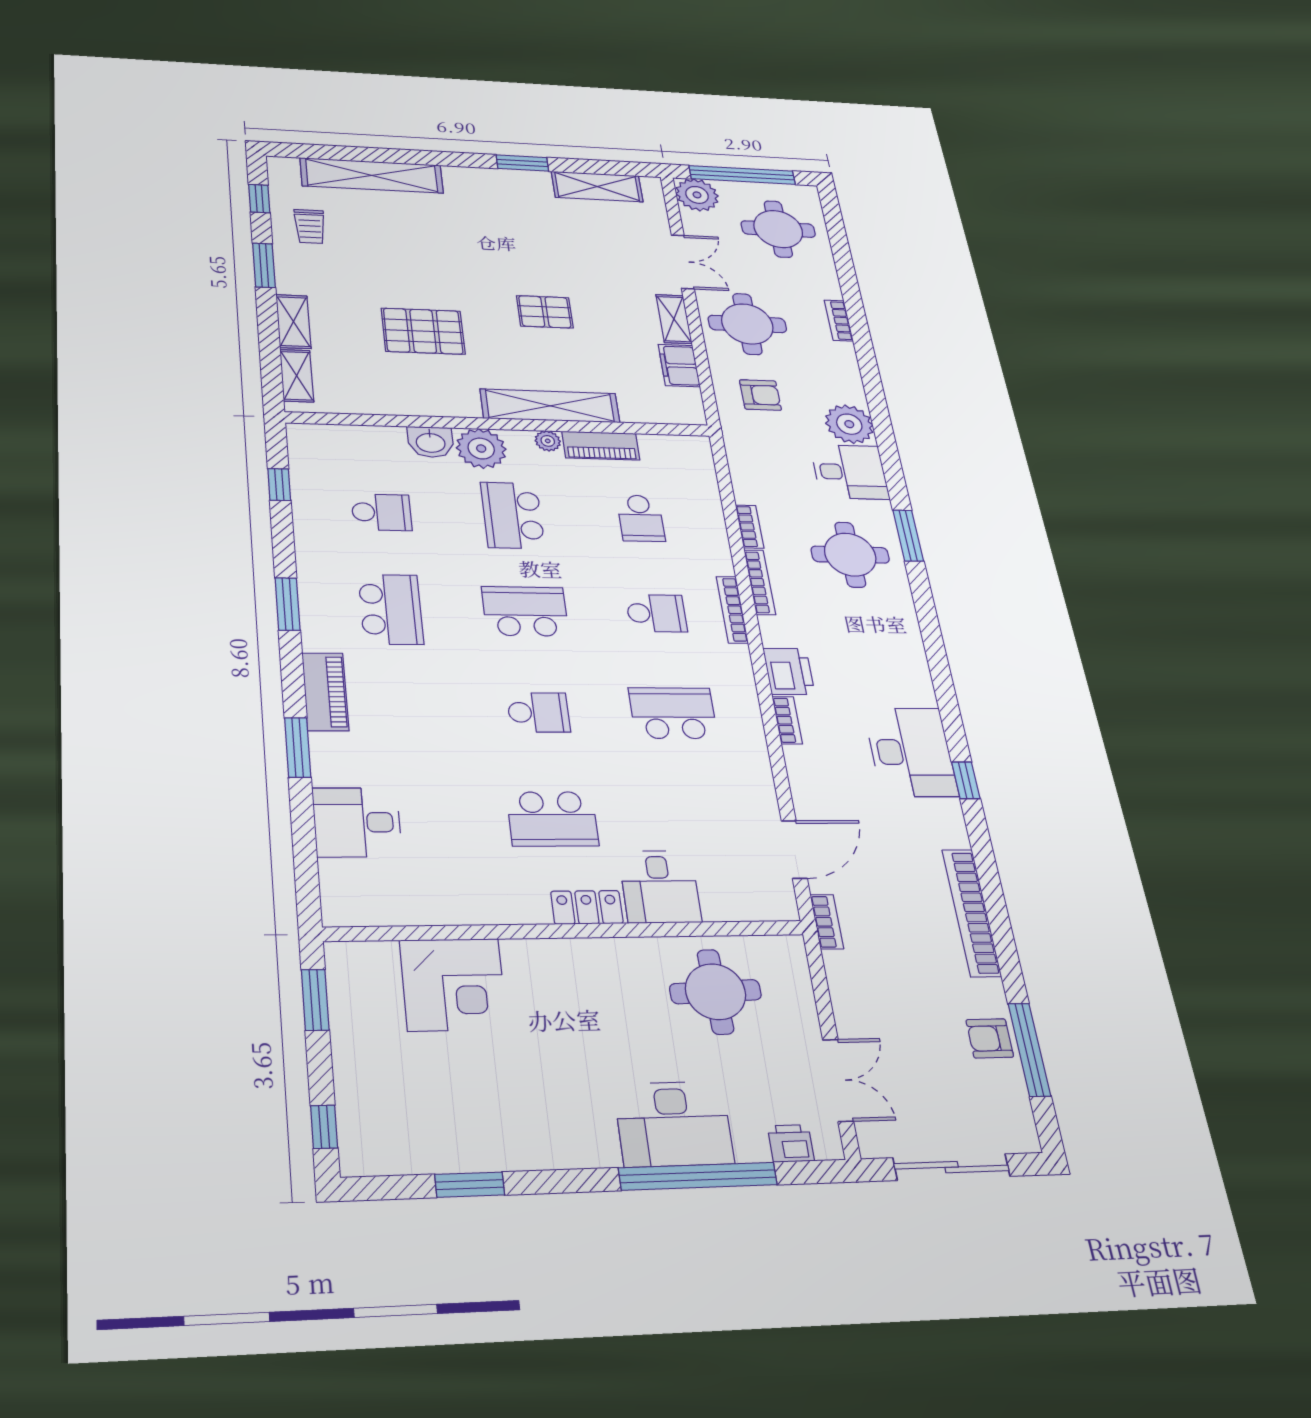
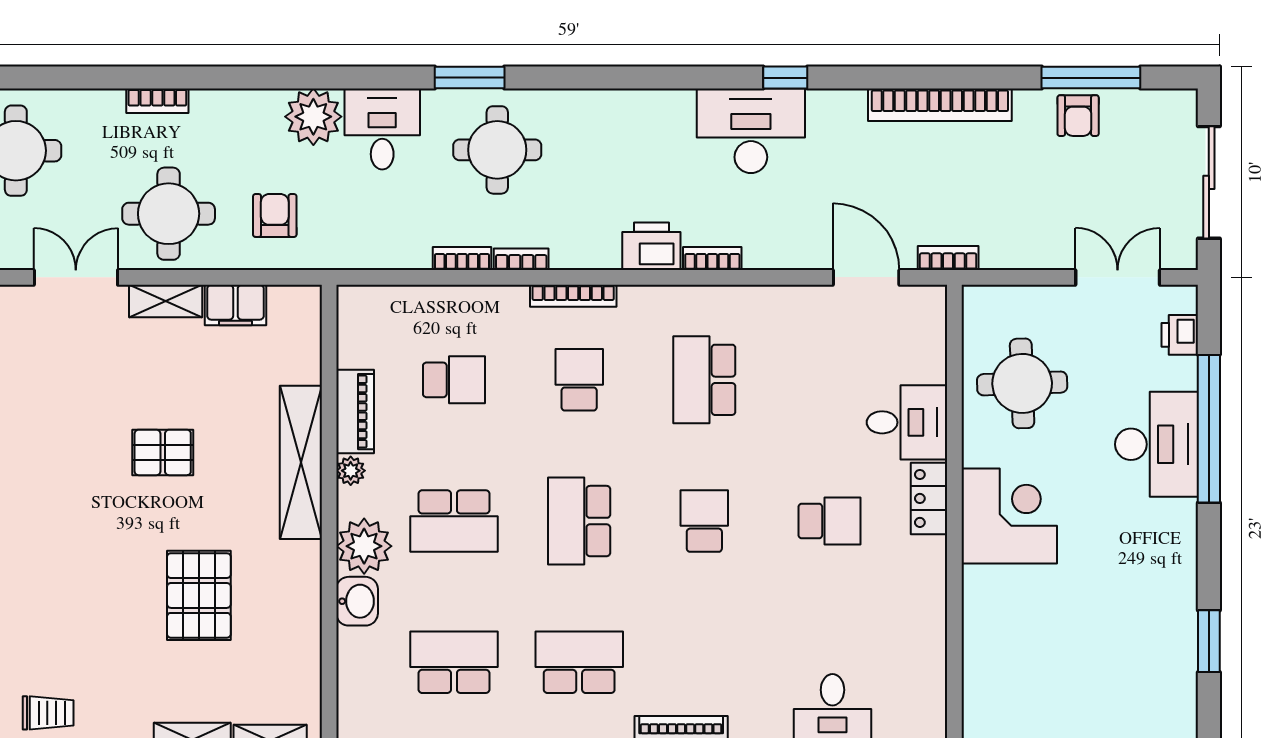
pallet: (545, 312) -> (163, 452), turned 90
school desk: (381, 512) -> (454, 662), width x1.85
bookcase: (760, 582) -> (521, 259), width x0.64
school desk: (552, 819) -> (829, 521), width x0.54
corner desk: (453, 984) -> (1009, 516), moved

